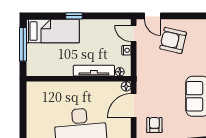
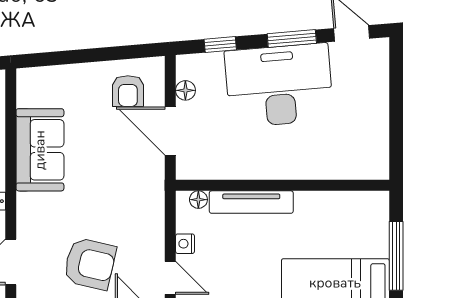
floor lamp: (126, 86) -> (185, 90), moved
door: (134, 105) -> (170, 131), swing flipped

